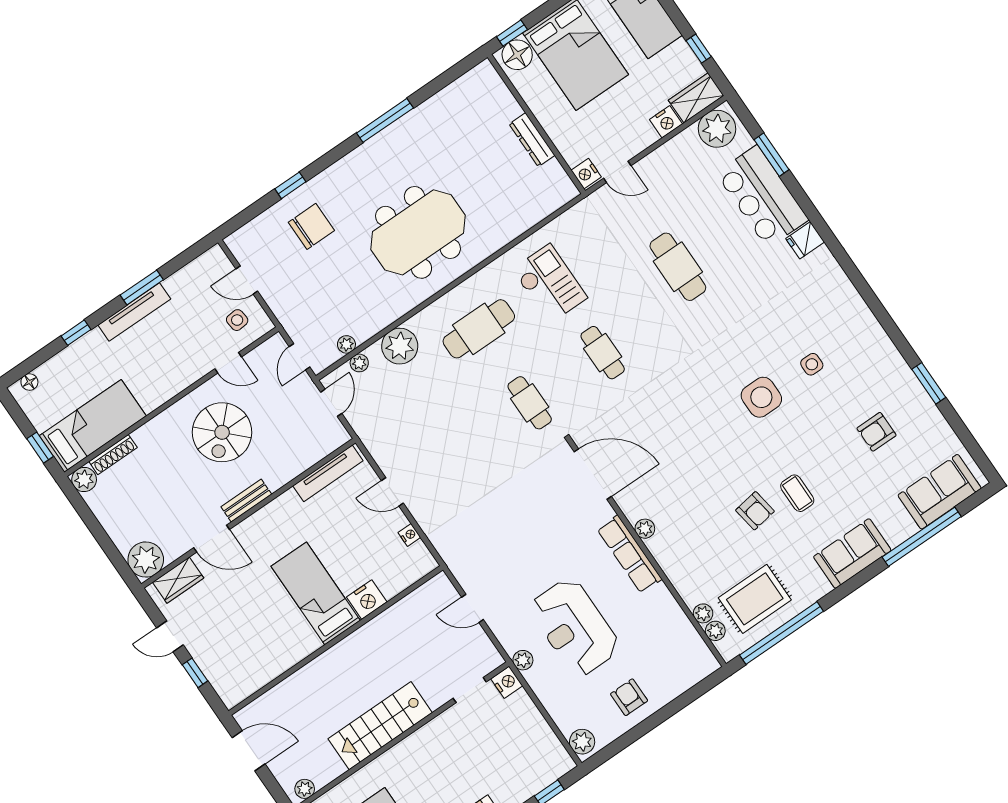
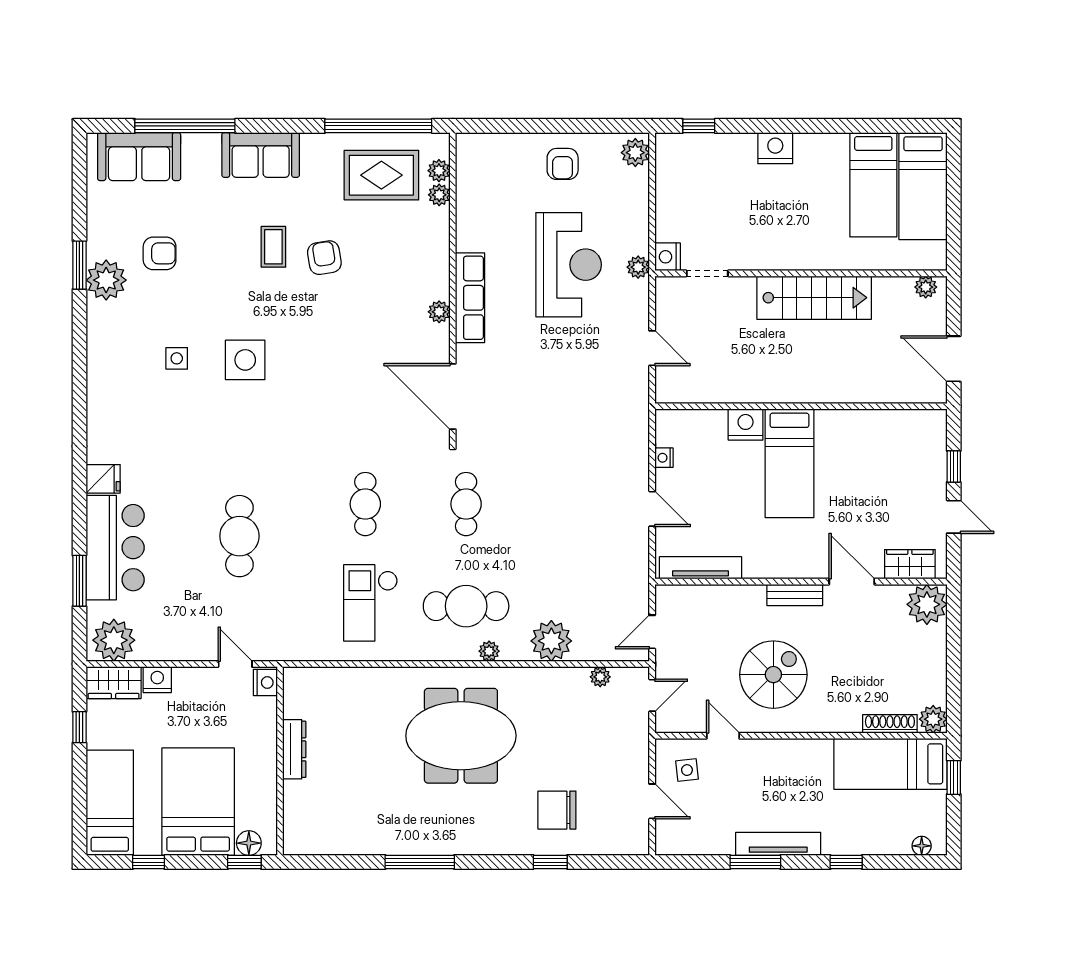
floor lamp: (517, 55) -> (249, 843), width x0.73, depth x0.73
plant: (359, 363) -> (489, 651), moved
plant: (902, 386) -> (106, 280), added

